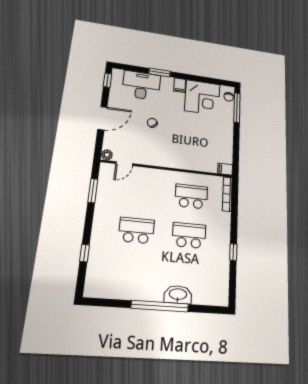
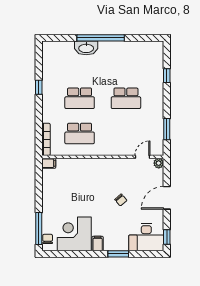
desk: (141, 85) -> (146, 237), moved

